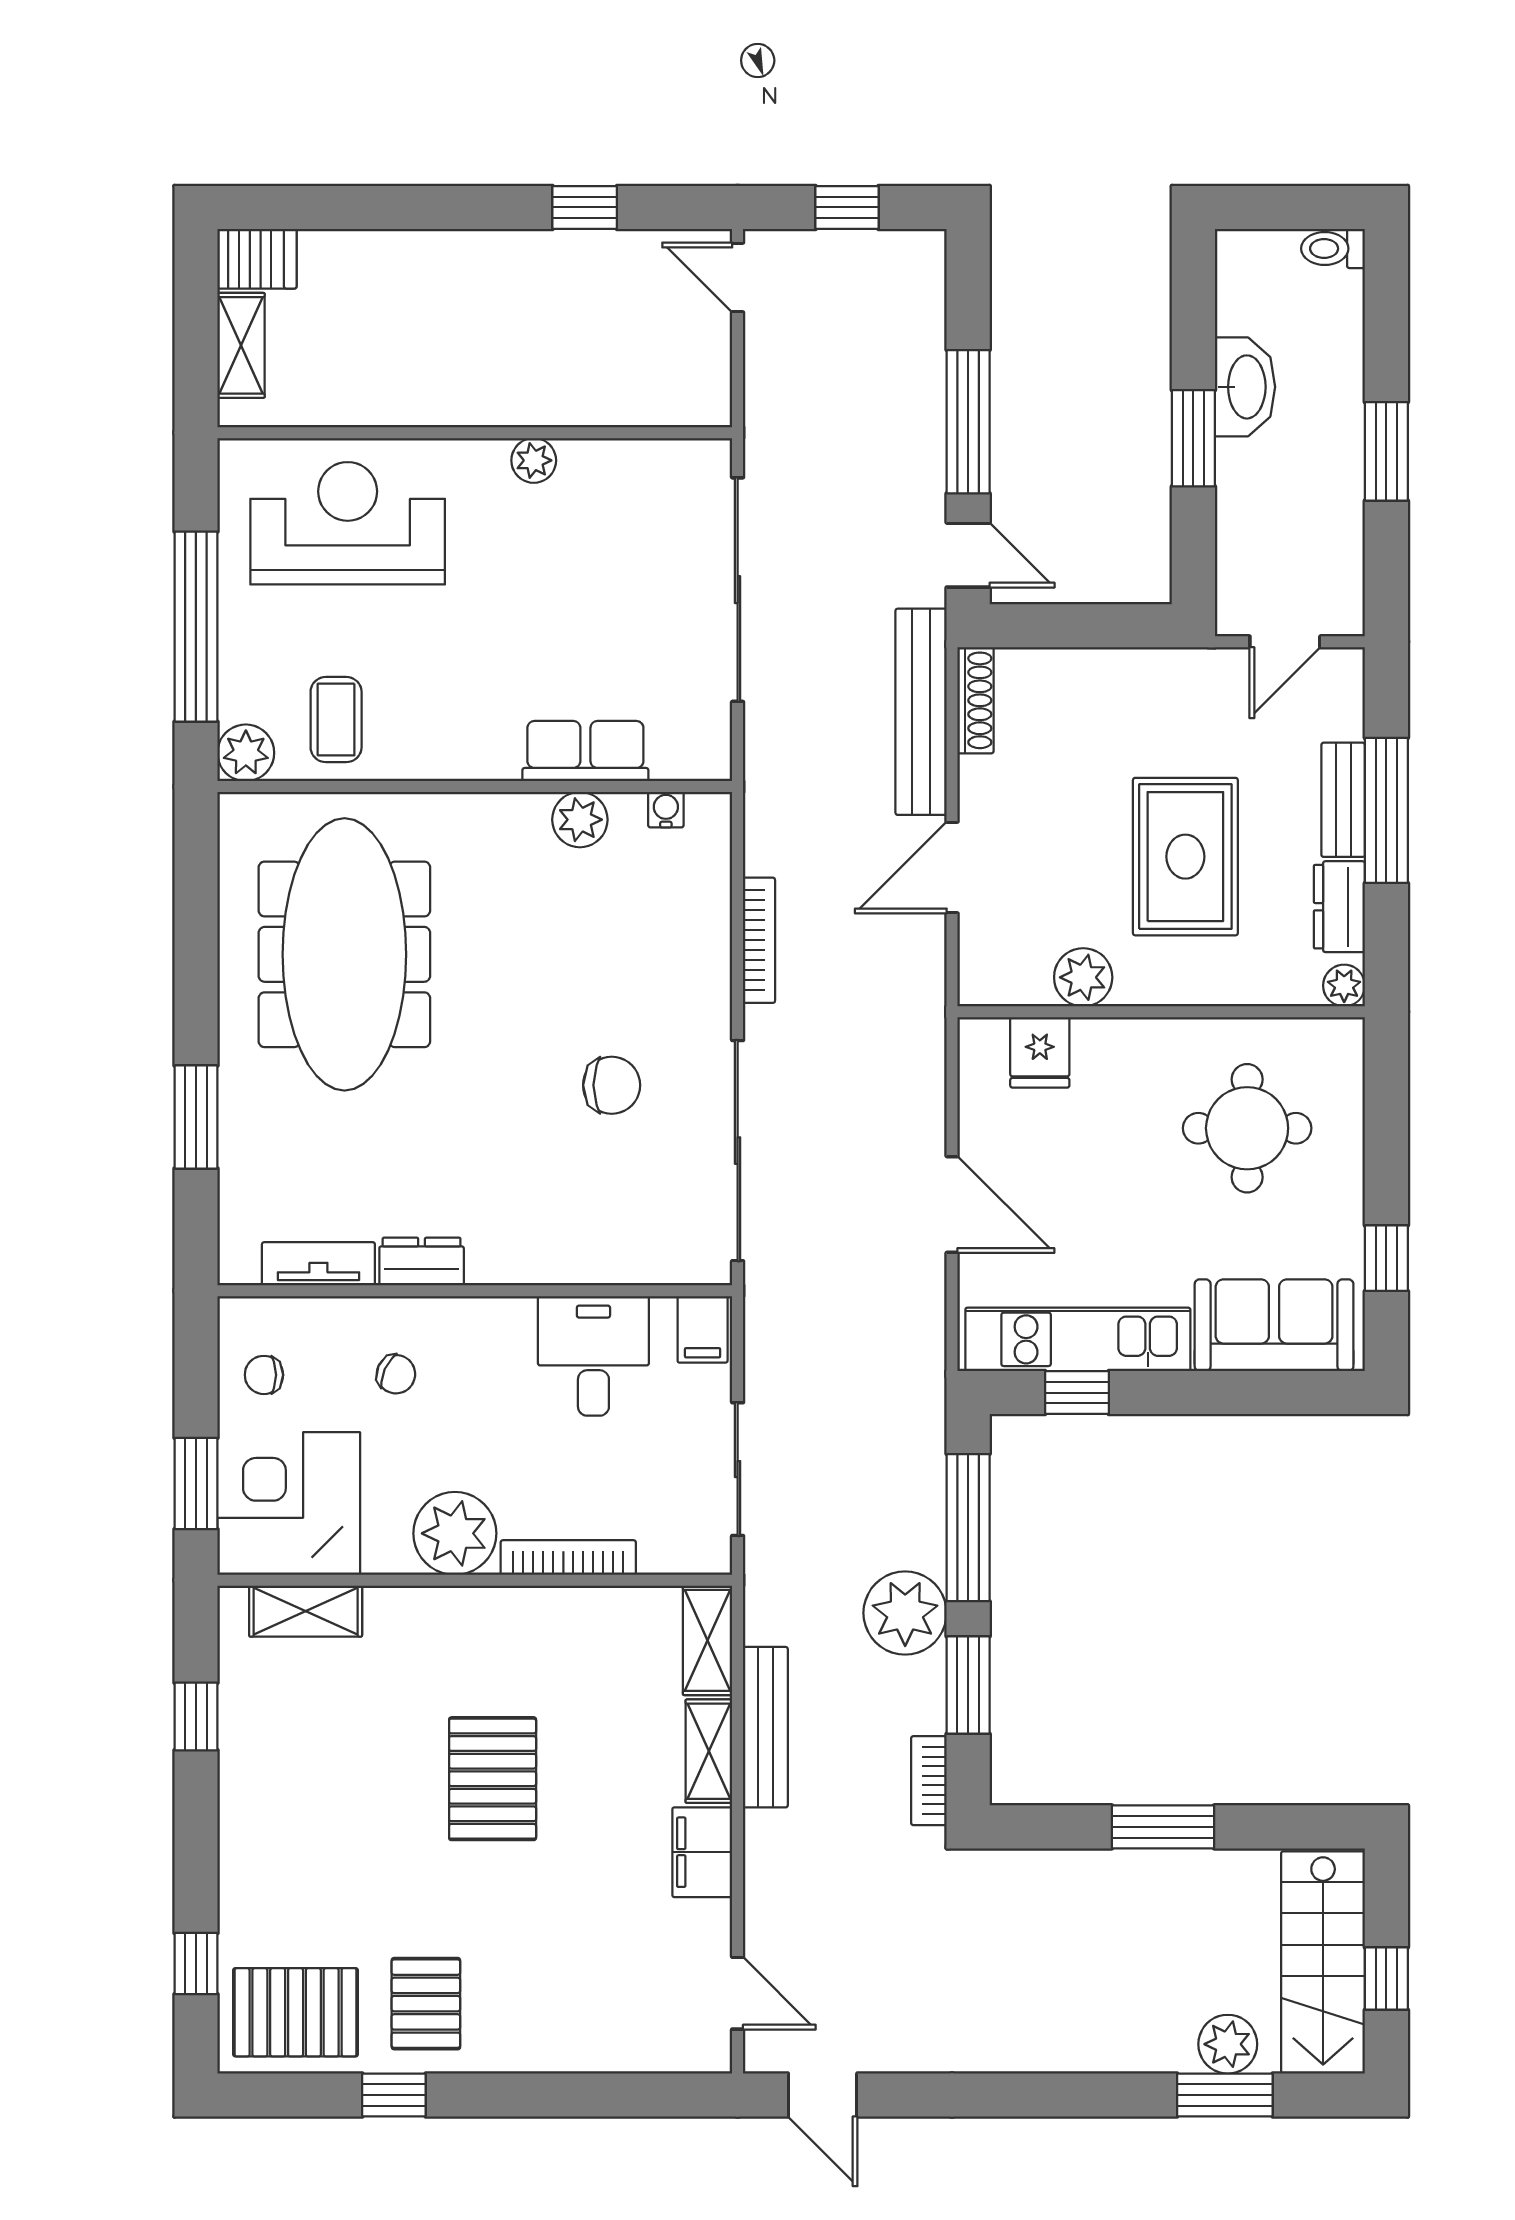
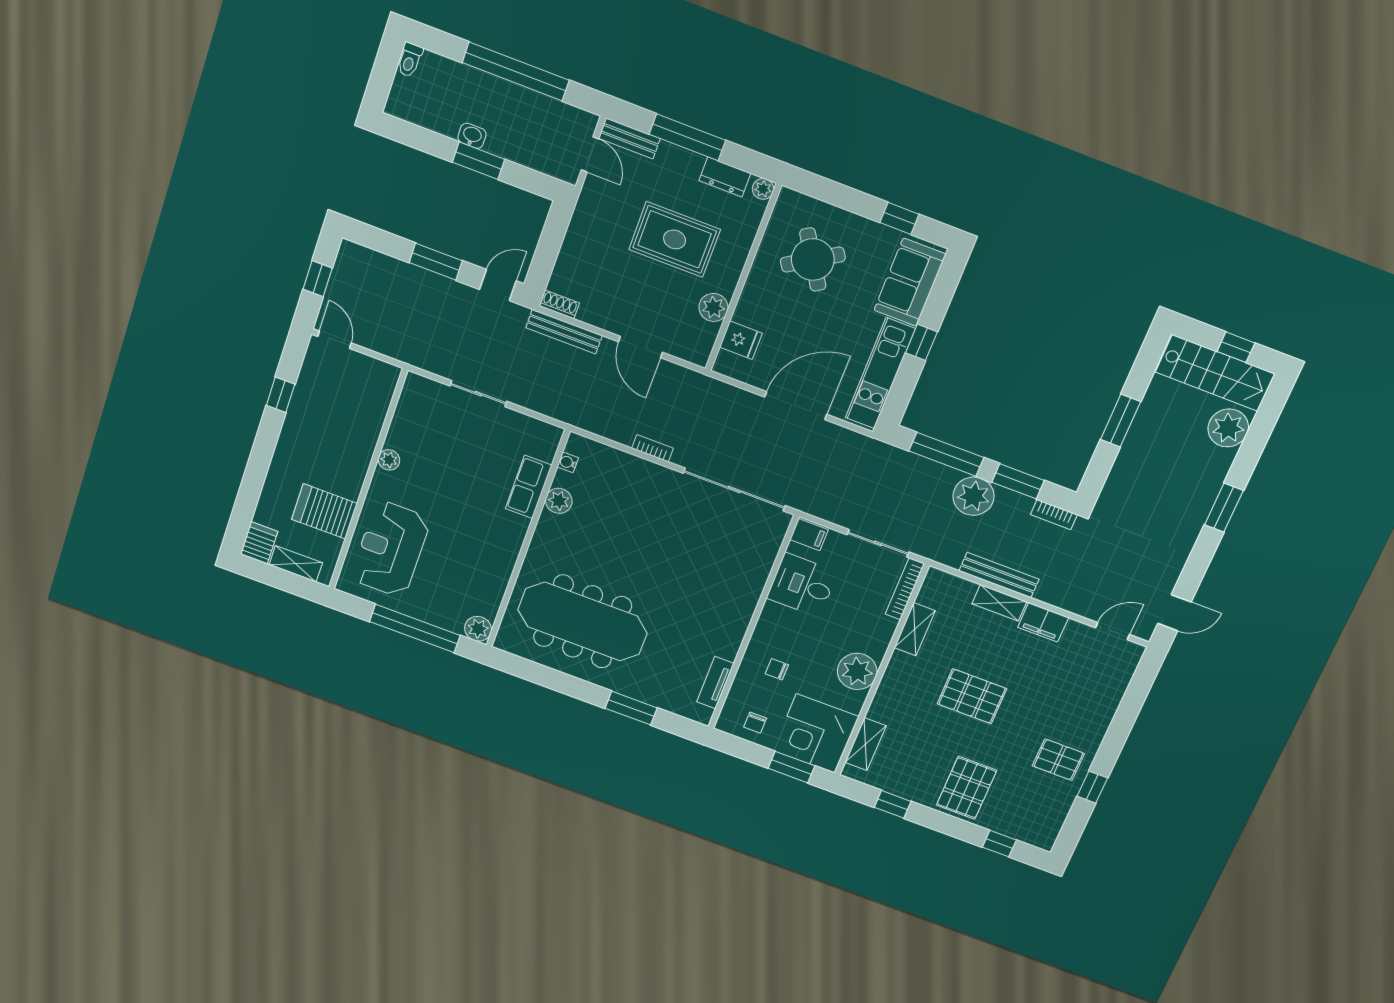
door: (738, 278) -> (334, 340), swing flipped
server rack: (376, 368) -> (324, 511), added
washbasin: (1245, 387) -> (472, 136), width x0.52, depth x0.69
window: (968, 422) -> (436, 262), width x0.69
window: (1386, 451) -> (516, 71), width x2.11
sliding door: (738, 590) -> (478, 394), width x0.54
shoe rack: (975, 700) -> (559, 304), width x0.70
bench: (921, 712) -> (564, 332), width x0.73, depth x0.82
coffee table: (336, 720) -> (477, 586), removed
bench: (1343, 800) -> (629, 138), moved
bookcase: (759, 940) -> (652, 448), width x0.64
chair: (612, 1085) -> (684, 532), removed
round table: (1247, 1128) -> (813, 260), turned -32
door: (952, 1204) -> (796, 406), width x1.36
dresser: (422, 1262) -> (731, 640), removed
chair: (396, 1374) -> (777, 669), turned -114
window: (1077, 1393) -> (921, 342), moved
bookcase: (568, 1558) -> (905, 589), moved
shelving: (708, 1640) -> (915, 629), moved, turned 90
pallet: (296, 2012) -> (967, 788), moved
plant: (1228, 2044) -> (1228, 428), width x1.36, depth x1.36
window: (1225, 2095) -> (1224, 508), moved

